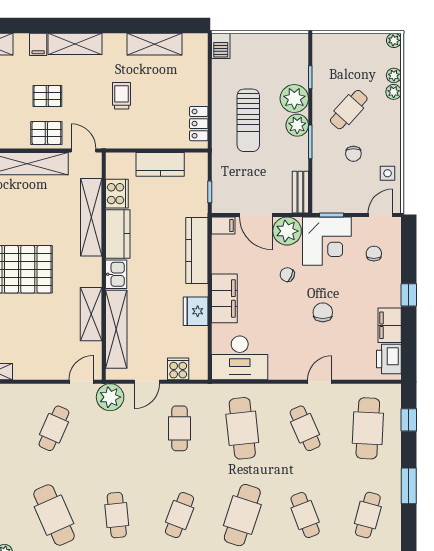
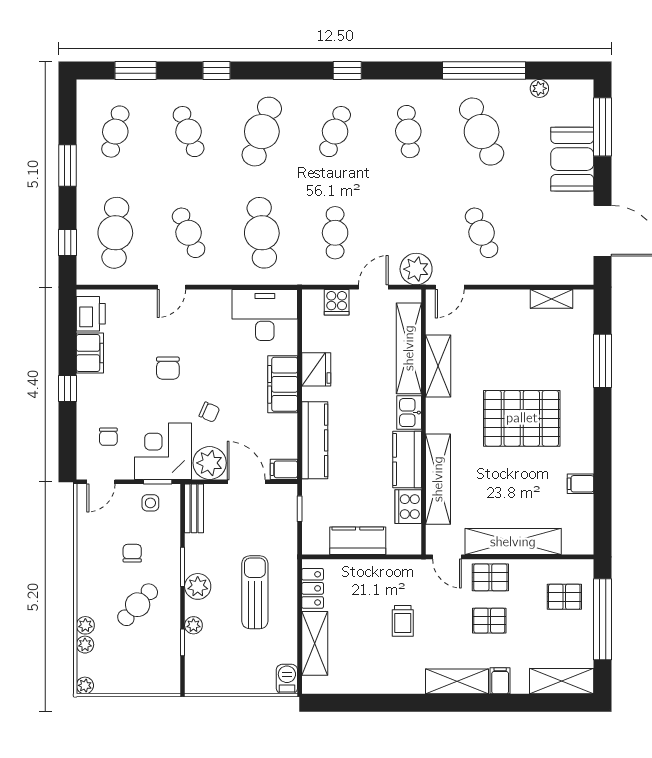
shelving: (154, 44) -> (315, 643), moved, turned 90
plant: (294, 99) -> (193, 625), width x0.53, depth x0.53
side table: (388, 173) -> (150, 503), moved
cafe table: (54, 428) -> (482, 233), turned -48

